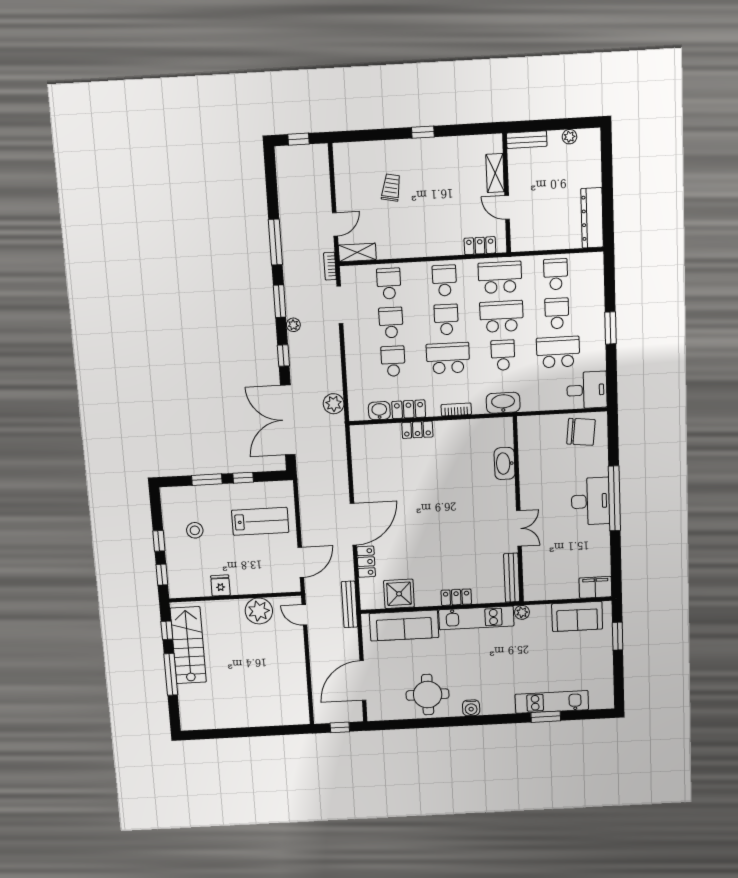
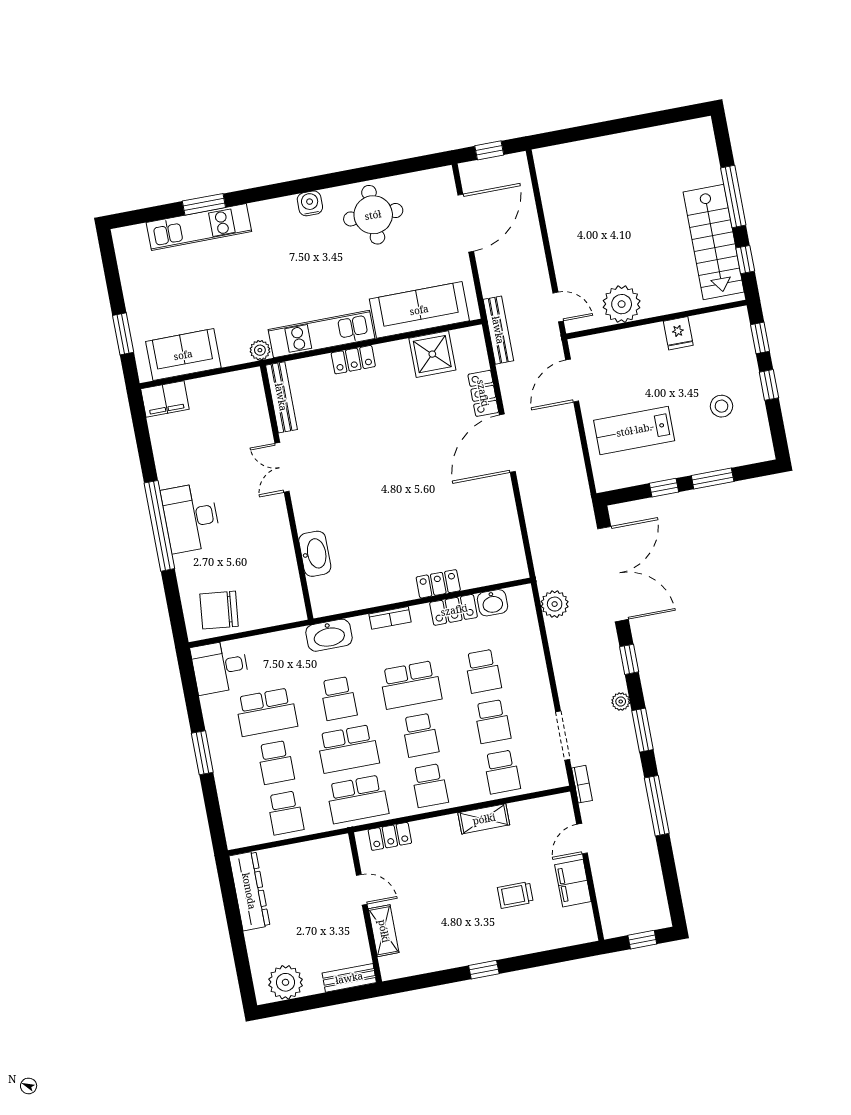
plant: (569, 137) -> (286, 982), width x1.87, depth x1.87
trolley: (391, 188) -> (515, 895), turned 79
filing cabinet: (346, 191) -> (573, 883), added
shelving: (357, 252) -> (484, 819), moved

